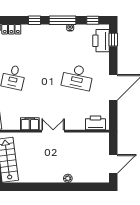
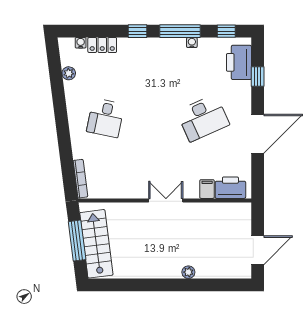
window: (113, 40) -> (258, 77), moved
desk: (77, 77) -> (203, 118), turned -36
filing cabinet: (30, 124) -> (207, 189), moved, width x0.50

